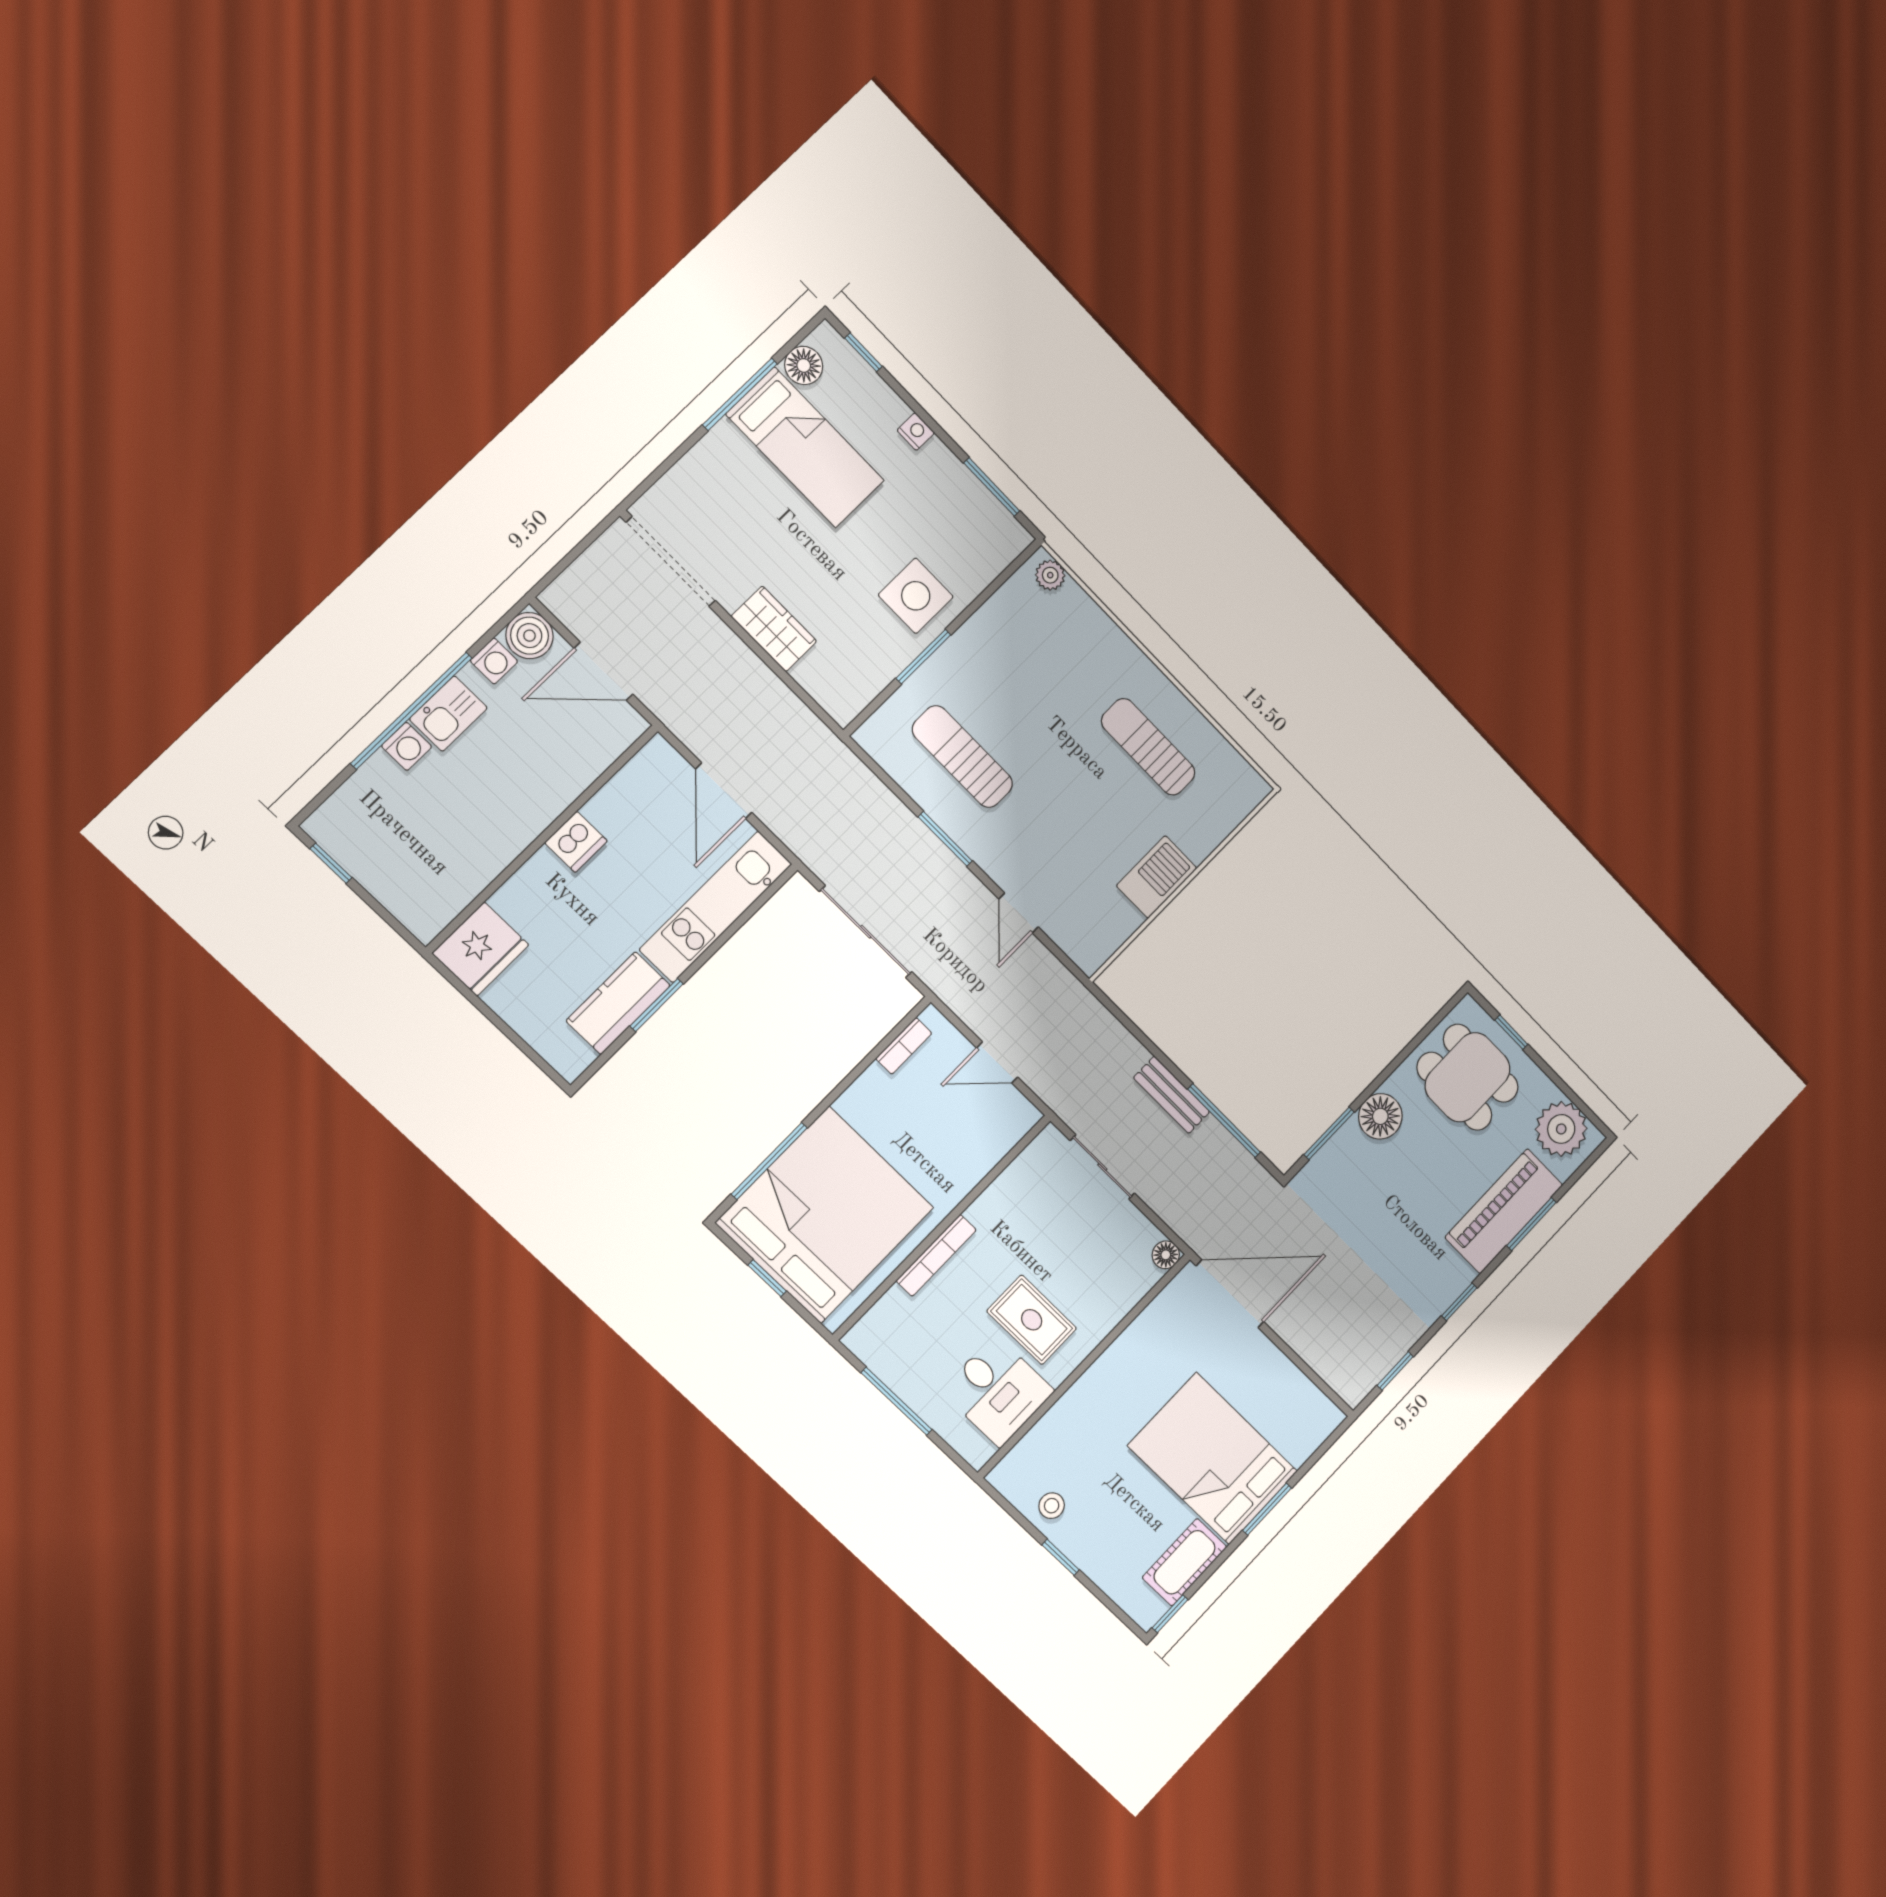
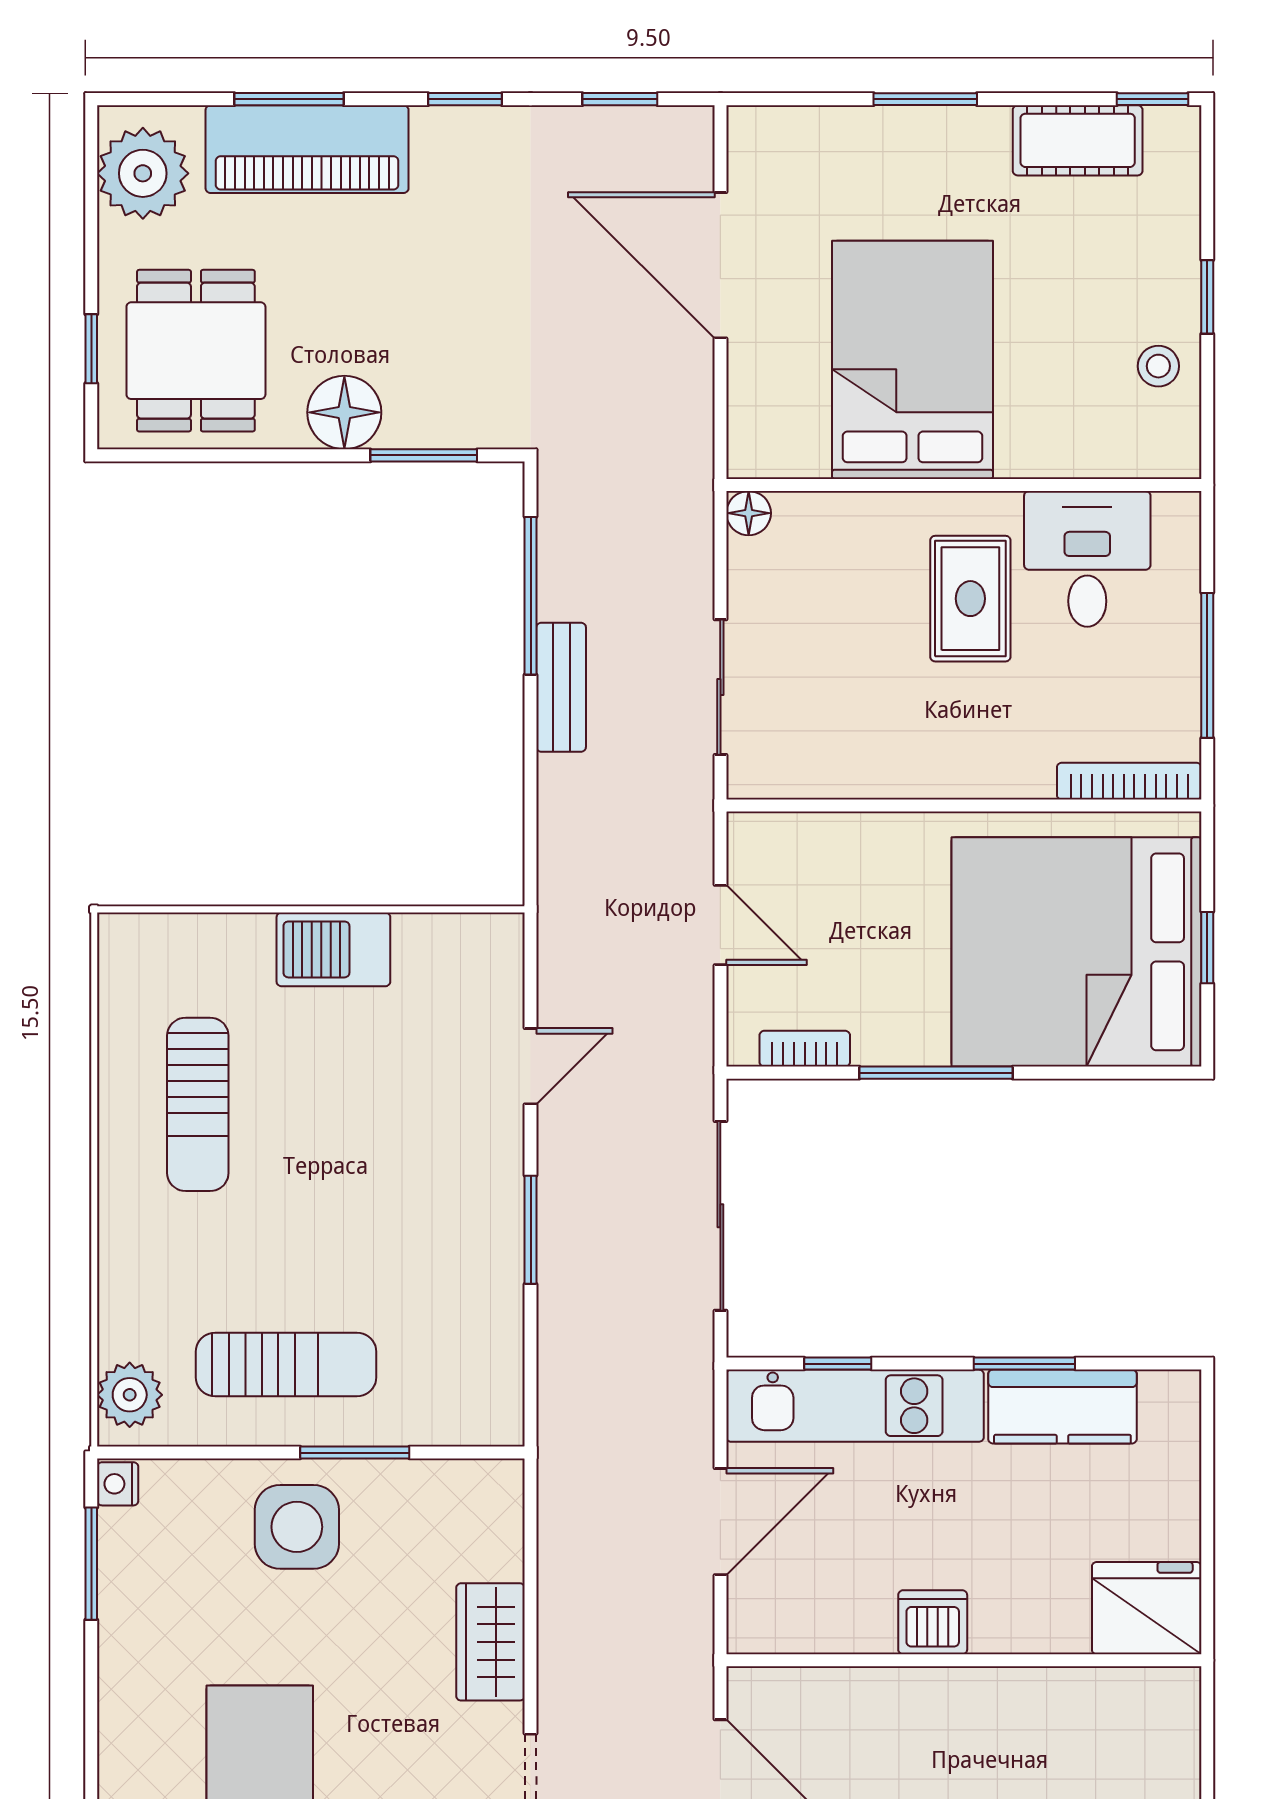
nightstand: (916, 432) -> (118, 1484), moved
plant: (1050, 575) -> (130, 1395), width x1.38, depth x1.38
sun lounger: (962, 757) -> (286, 1365), moved, turned -90
window: (743, 918) -> (838, 1364), added
window: (769, 1161) -> (936, 1073), moved
bookcase: (936, 1255) -> (1129, 781), moved
door: (1230, 1294) -> (720, 265), moved
bed: (1213, 1458) -> (912, 360), moved, turned 180

